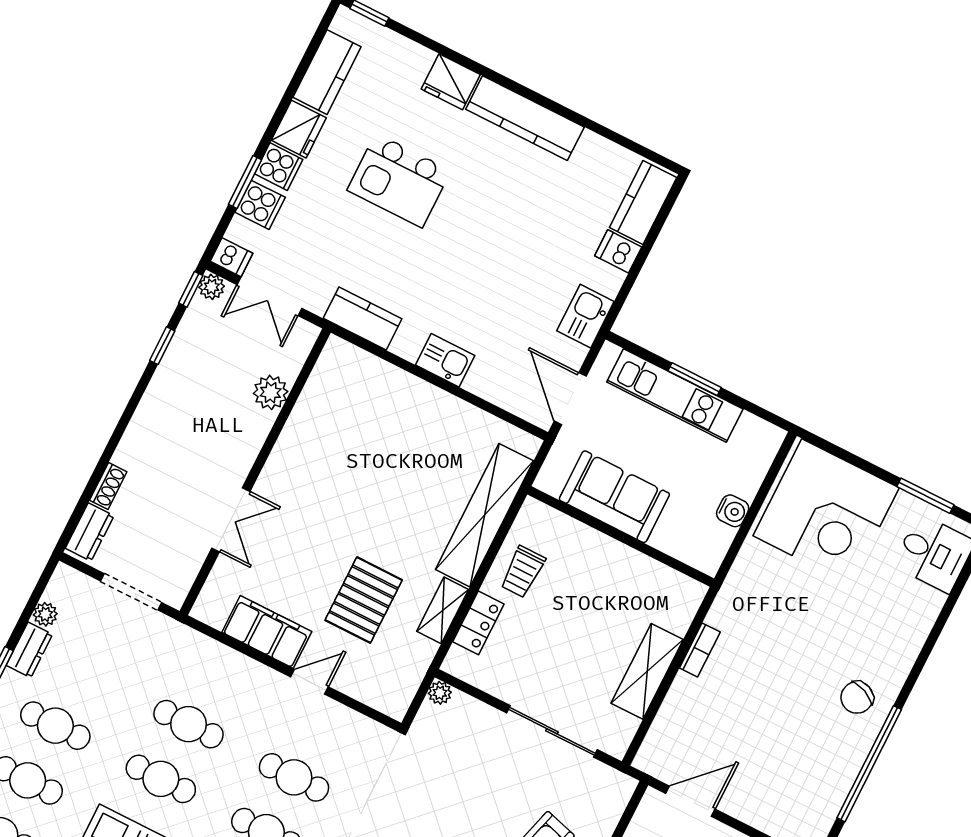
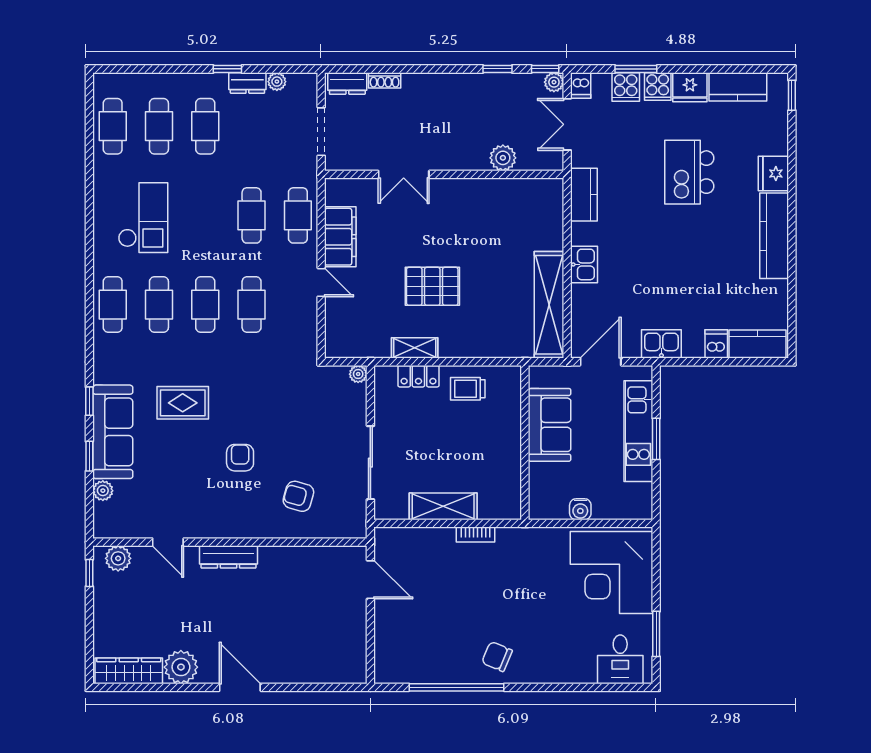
shelving: (485, 515) -> (549, 305), moved, turned 90
pallet: (364, 600) -> (432, 286), moved
cafe table: (161, 779) -> (298, 215), moved

